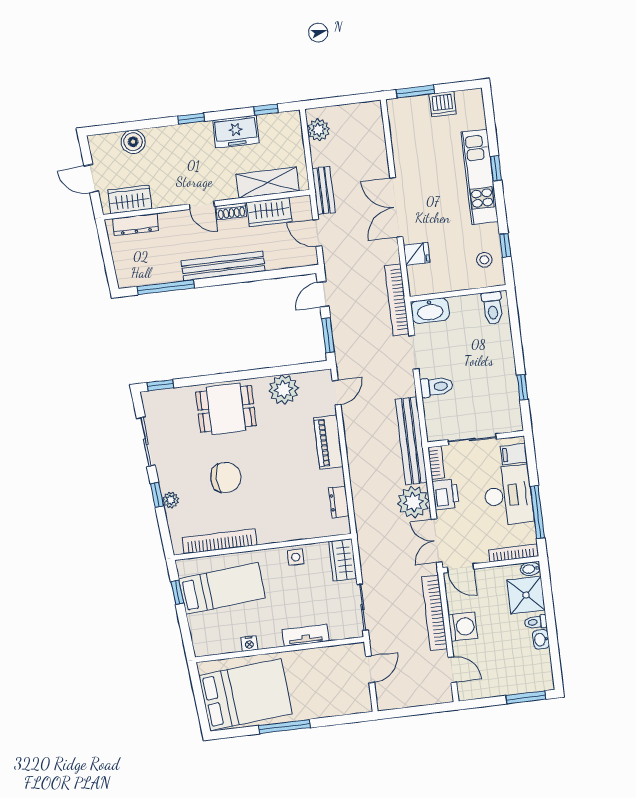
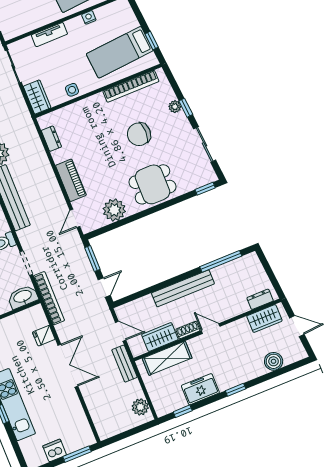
dresser: (136, 225) -> (260, 299), width x0.70

